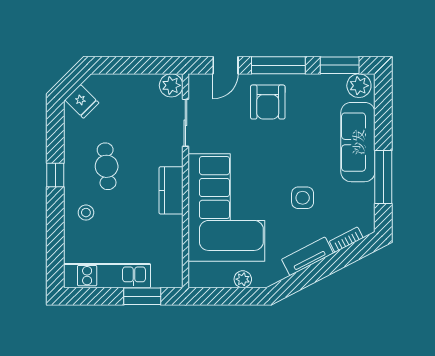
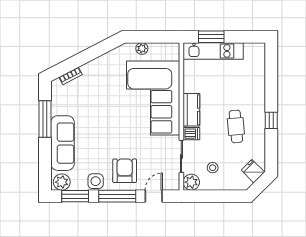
dishwasher: (171, 156) -> (191, 134), added
side table: (303, 198) -> (96, 181), moved
stool: (86, 213) -> (213, 168), moved
tv unit: (307, 256) -> (97, 64), removed
kitchen unit: (107, 276) -> (213, 51), moved

